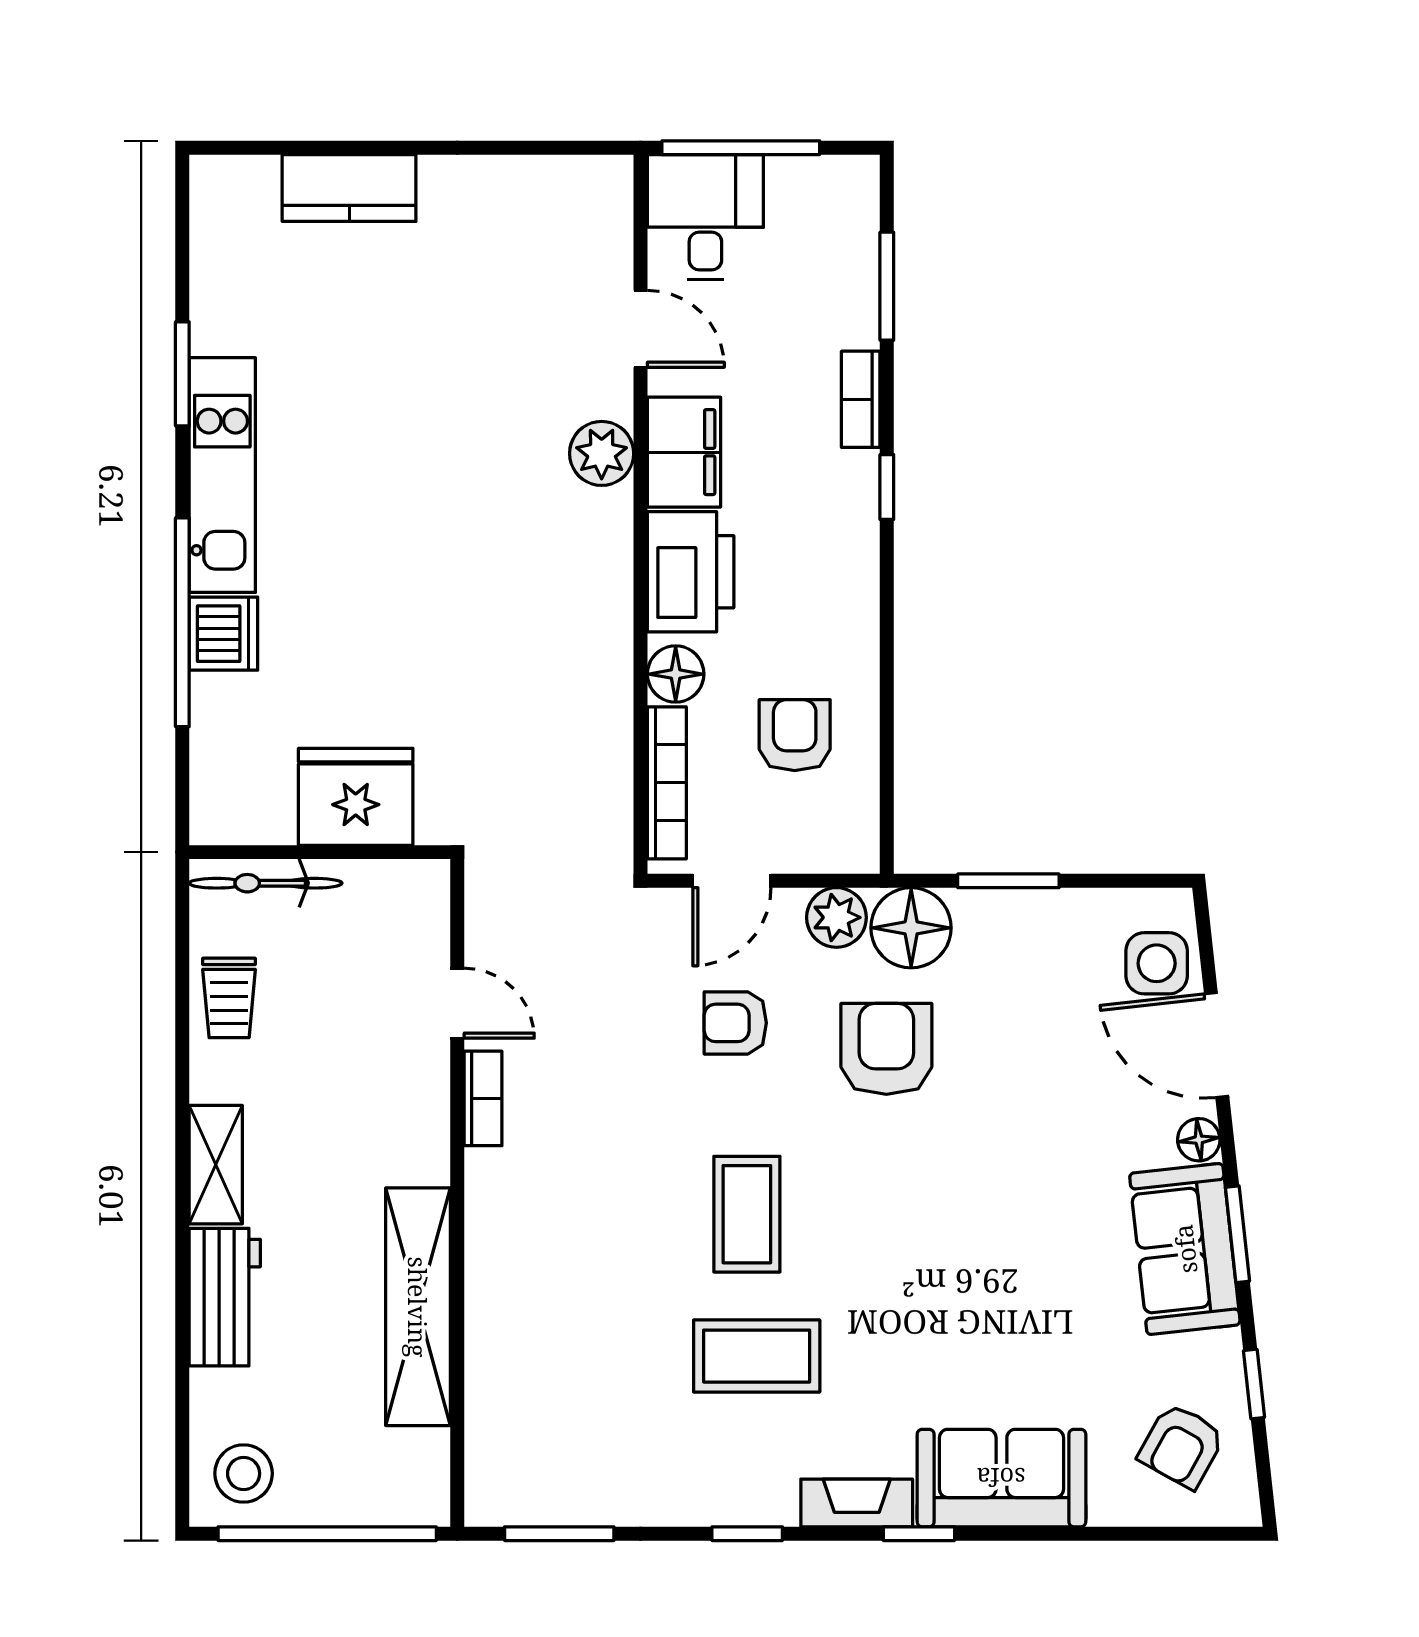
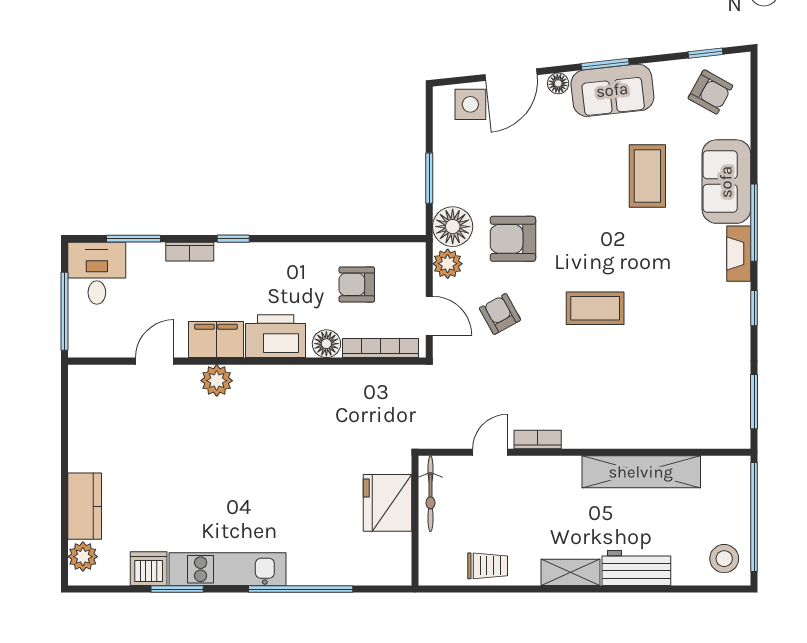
plant: (248, 184) -> (83, 557), added
desk: (705, 217) -> (97, 273), moved, turned 90
dishwasher: (223, 634) -> (149, 569), moved
bicycle: (266, 883) -> (430, 494), moved
armchair: (735, 1023) -> (500, 314), turned 151
coffee table: (757, 1356) -> (647, 176), moved
window: (1254, 1384) -> (705, 53), moved
window: (919, 1534) -> (754, 223), width x2.17

